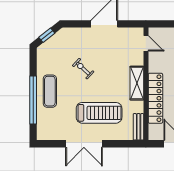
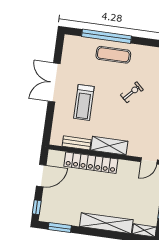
treadmill: (99, 113) -> (84, 102), width x0.73, depth x0.73
bench: (139, 127) -> (77, 143), moved

